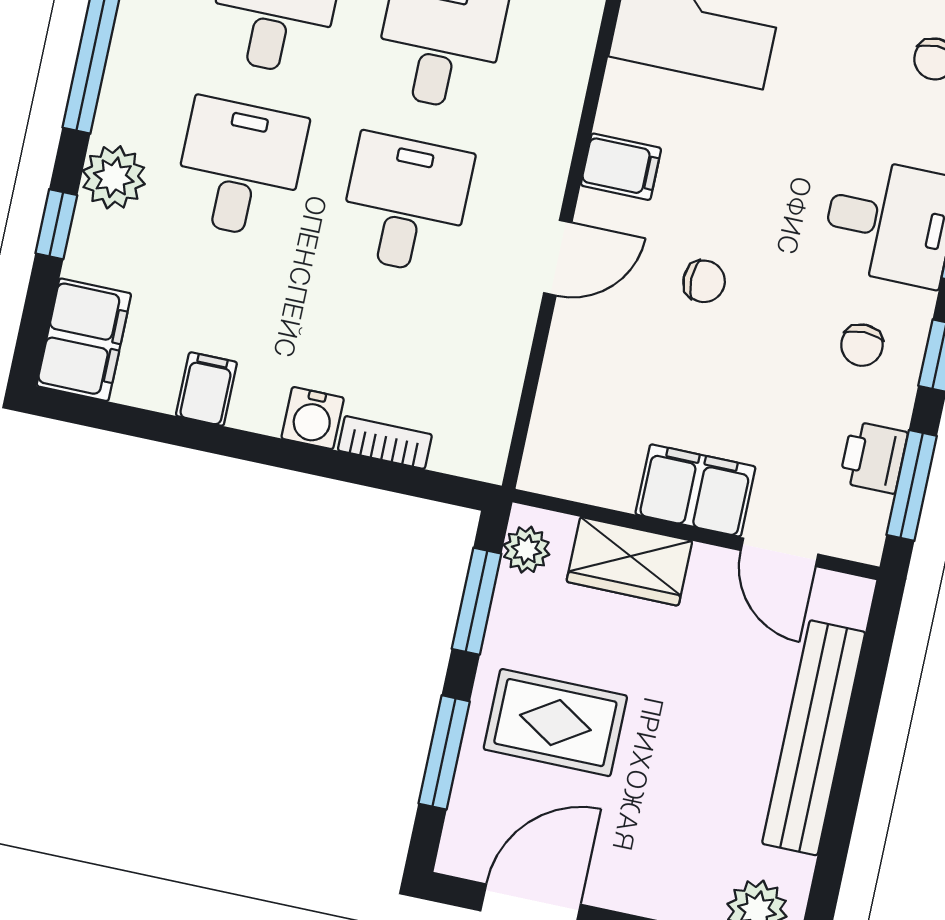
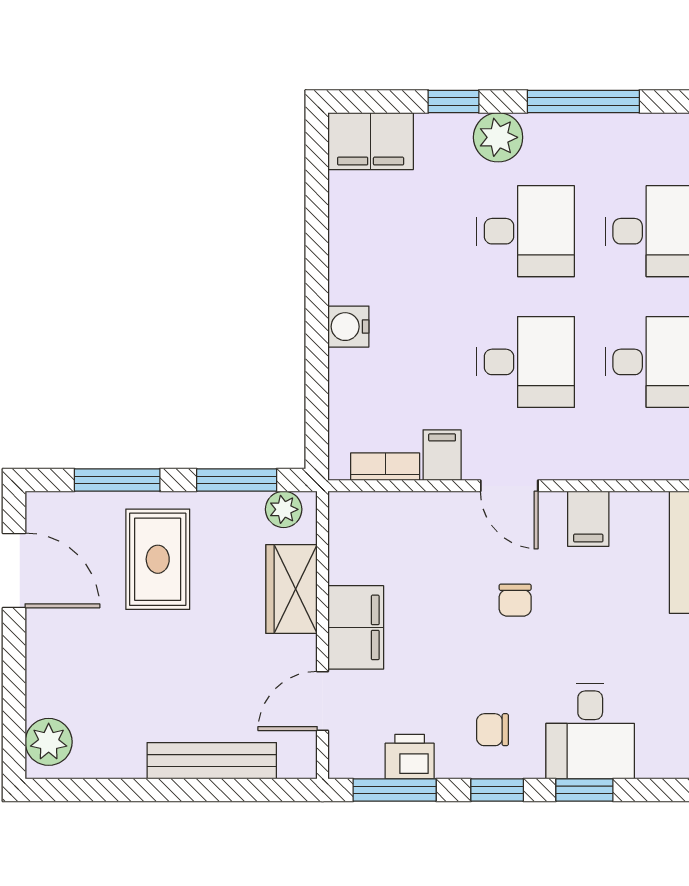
filing cabinet: (206, 389) -> (442, 455), moved, turned -90
bookcase: (385, 442) -> (385, 467), moved, turned -90
bench: (814, 738) -> (212, 761), width x0.73, depth x0.82

